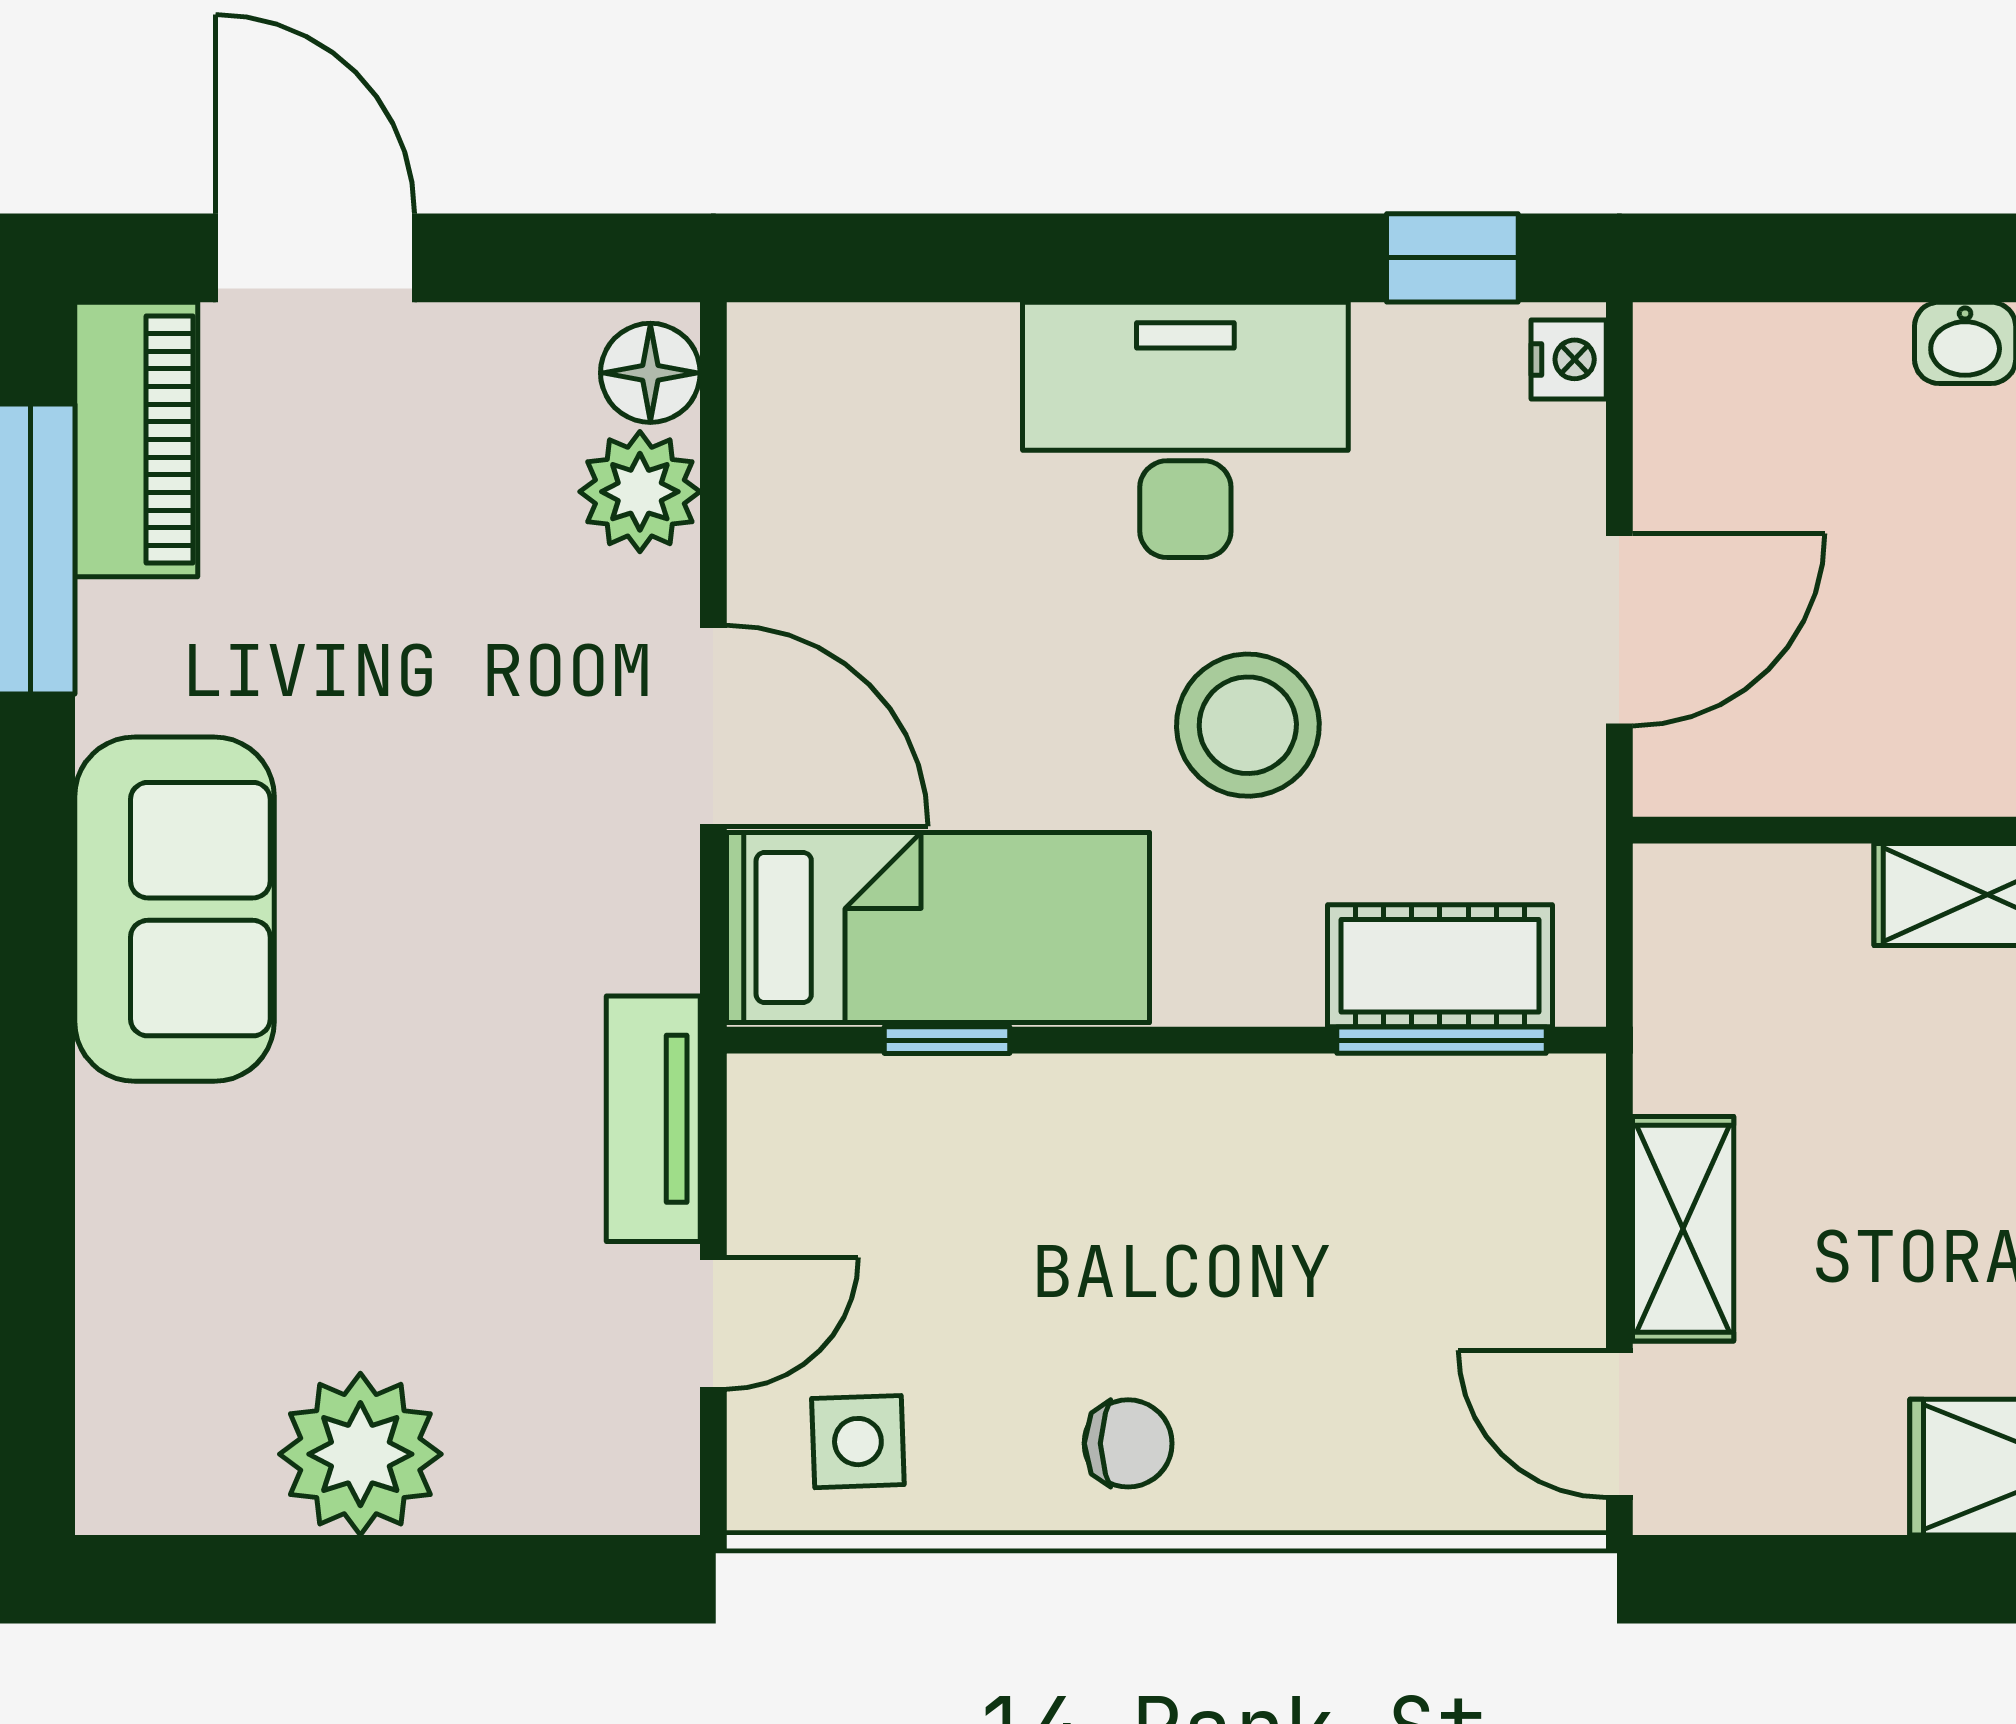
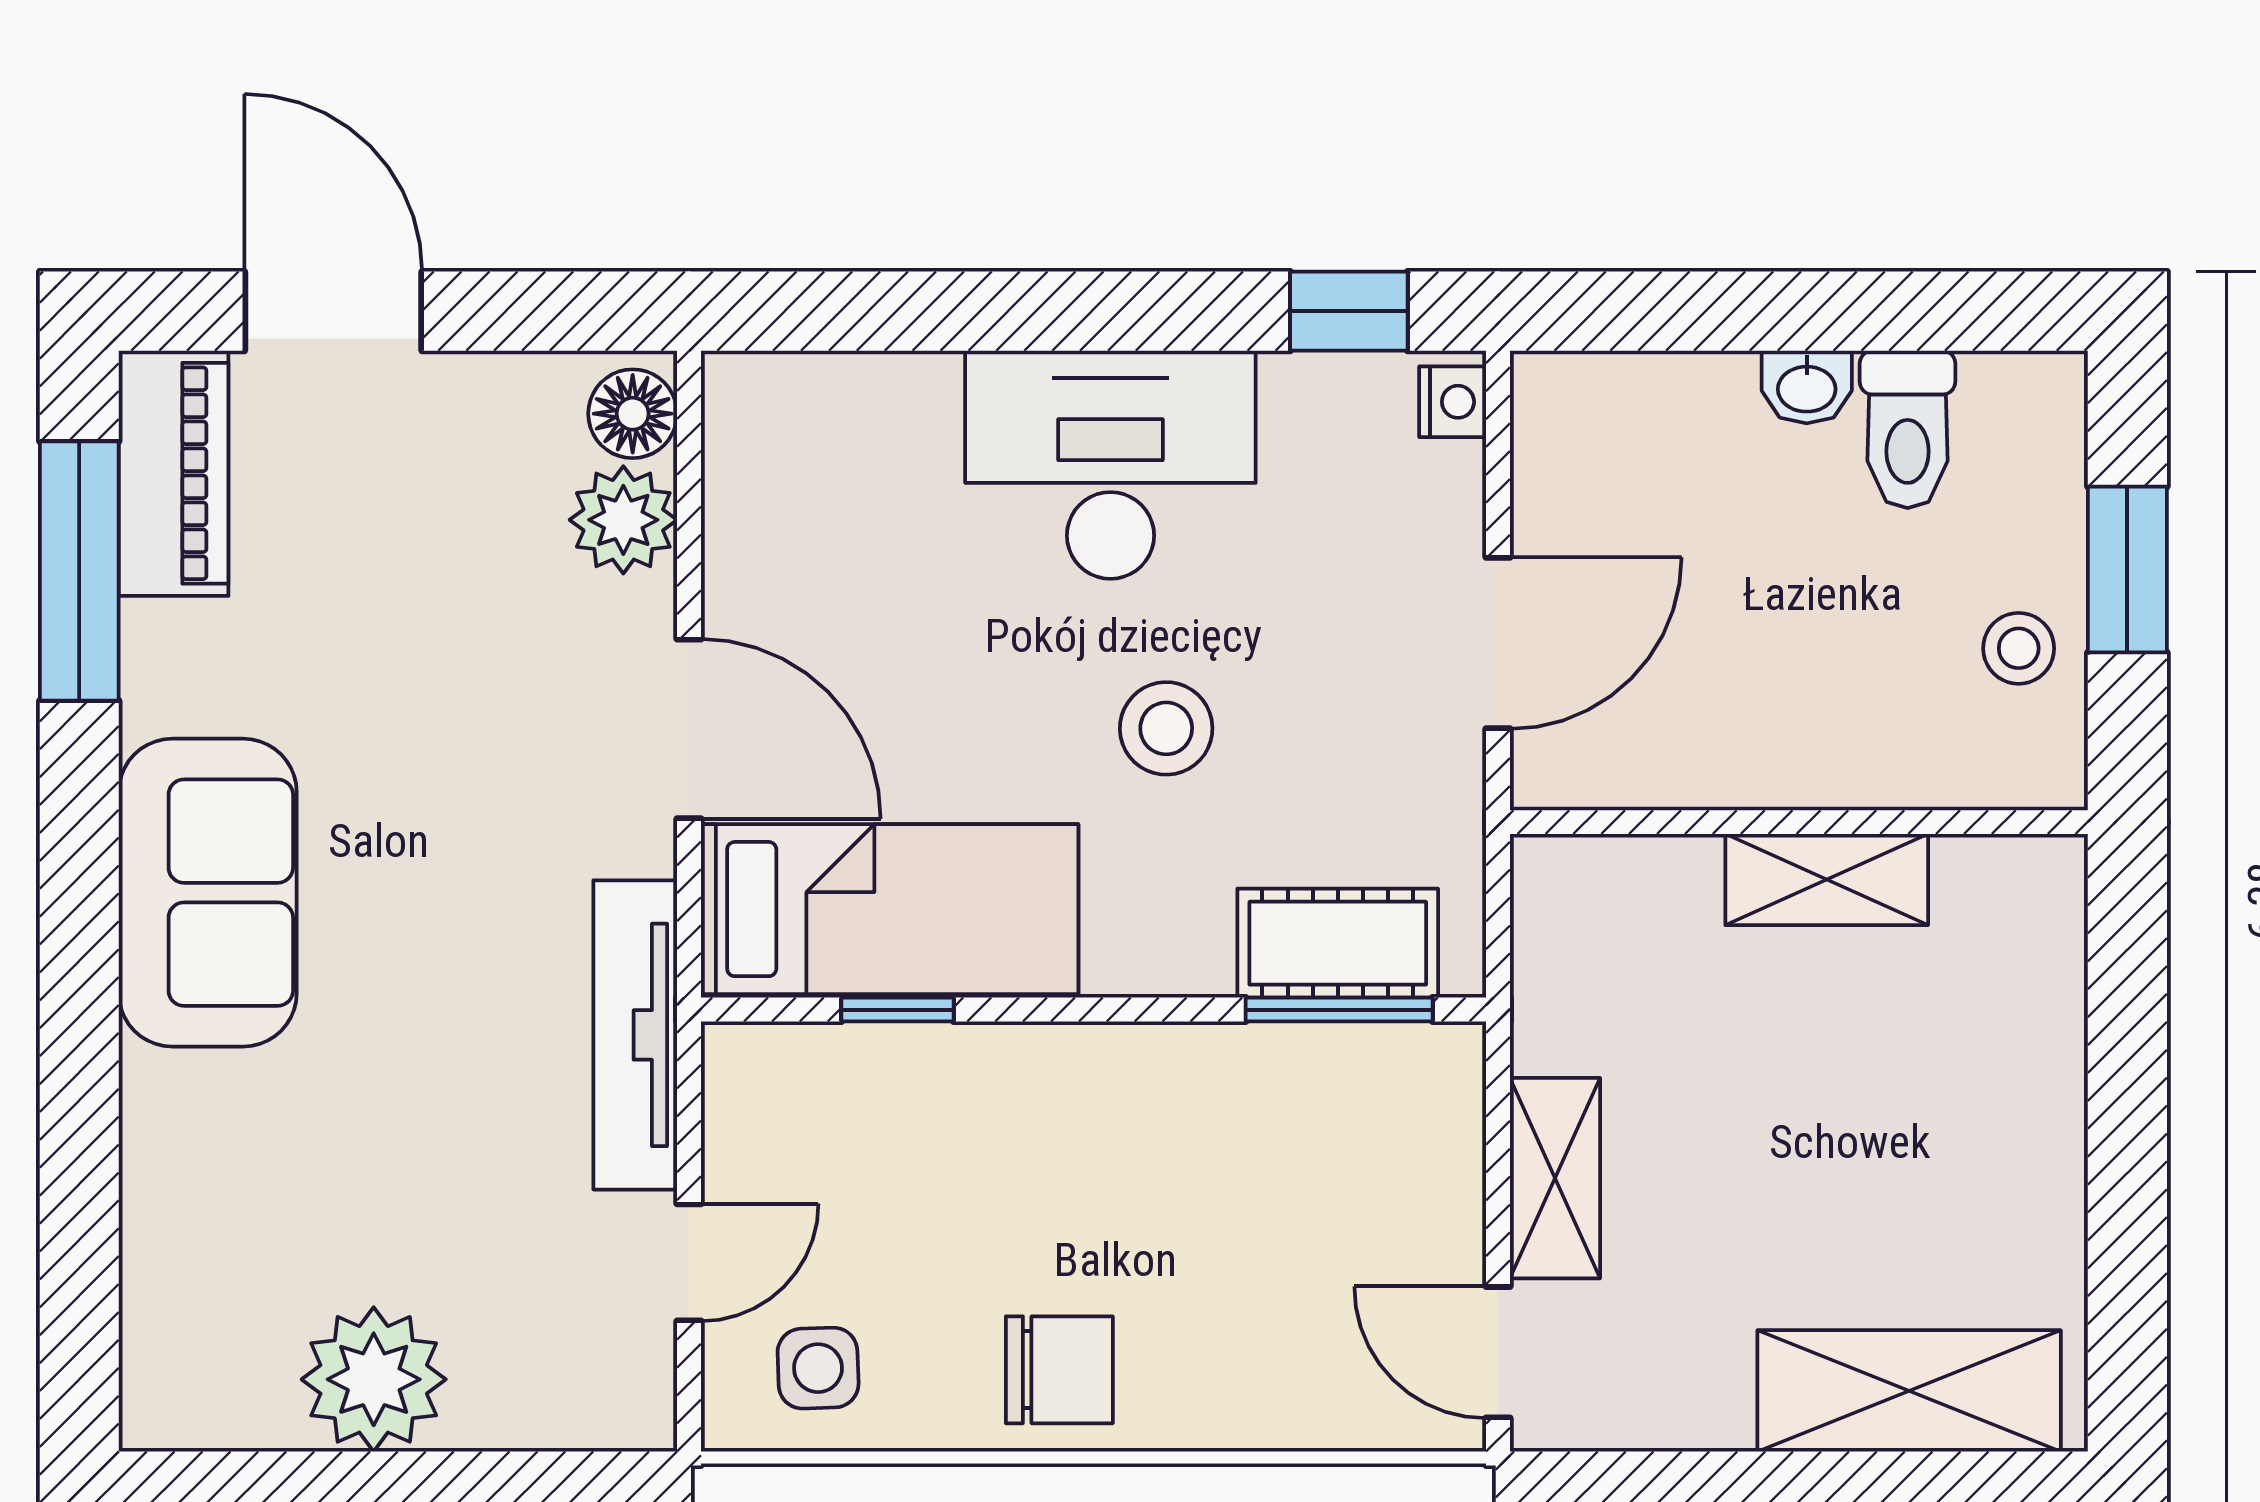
stool: (1248, 725) -> (1166, 728), width x0.73, depth x0.73
tv unit: (653, 1119) -> (635, 1035), width x1.41
chair: (1128, 1443) -> (1059, 1370), width x1.37, depth x1.37

